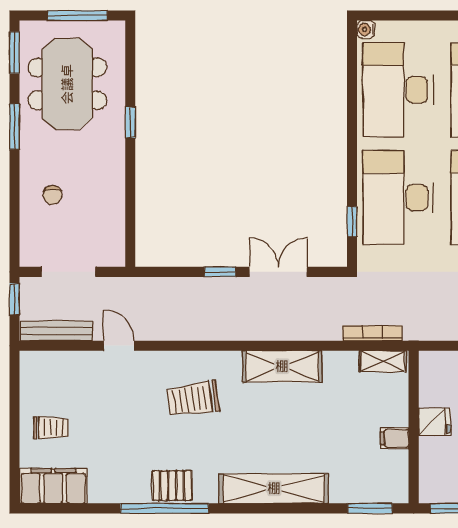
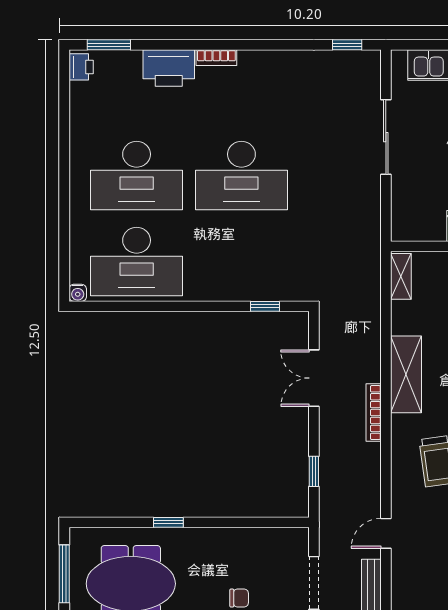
desk: (398, 198) -> (241, 262), removed
window: (220, 272) -> (314, 471), moved
bookcase: (372, 333) -> (374, 413), moved

